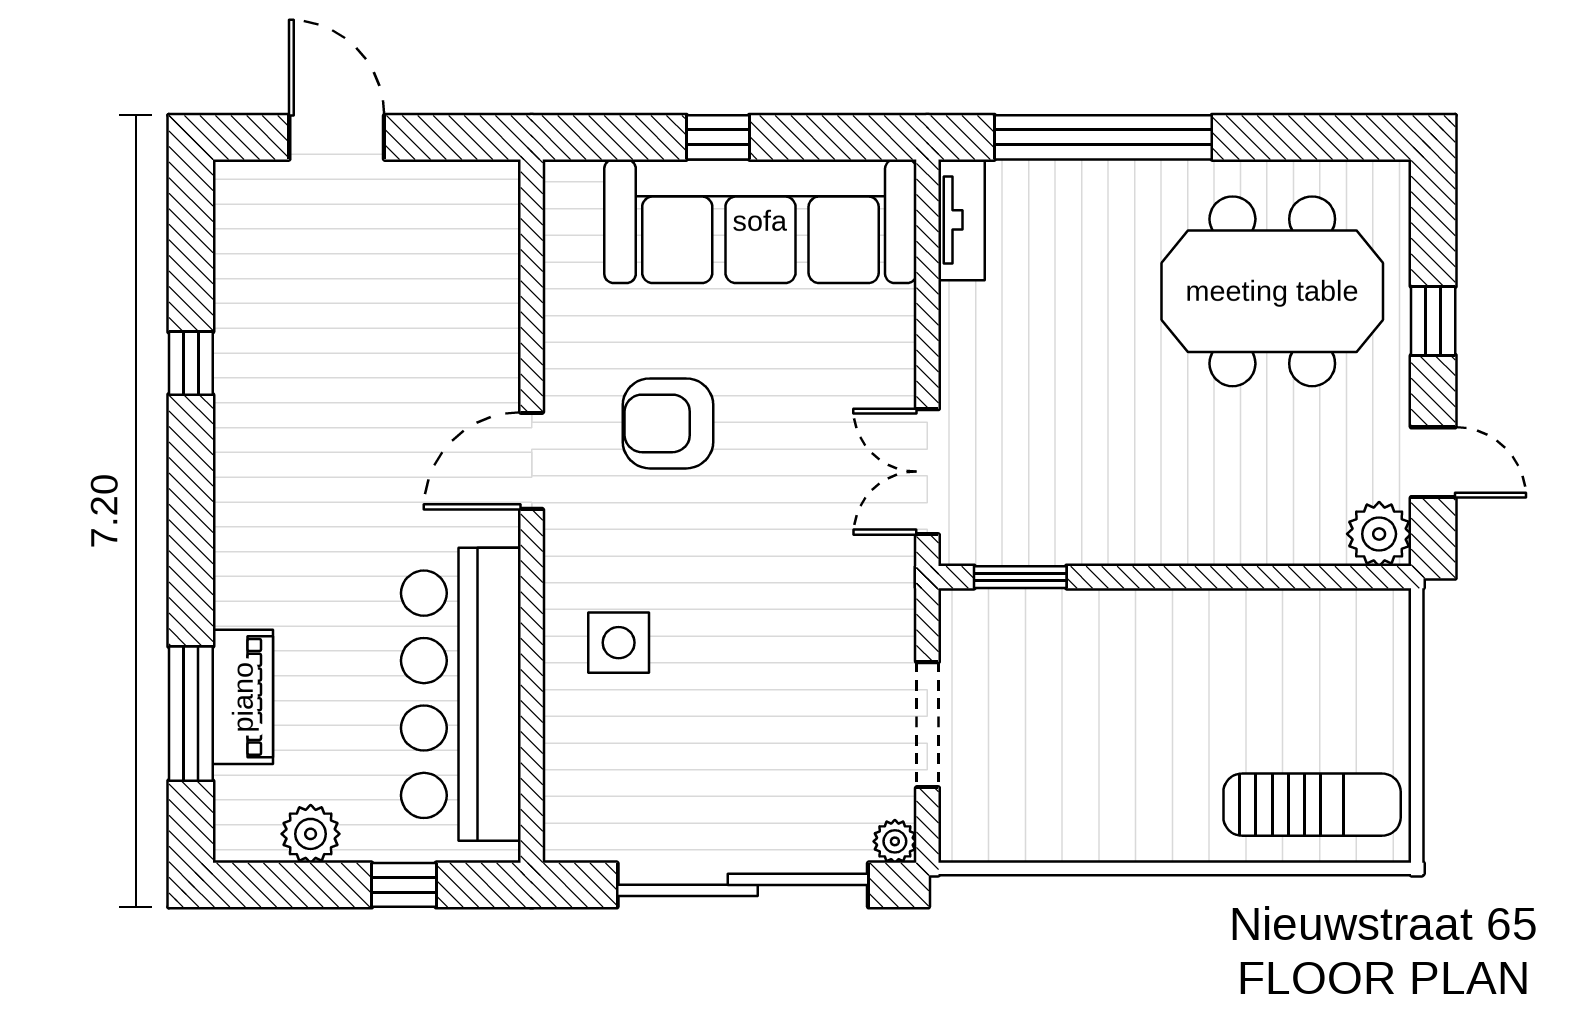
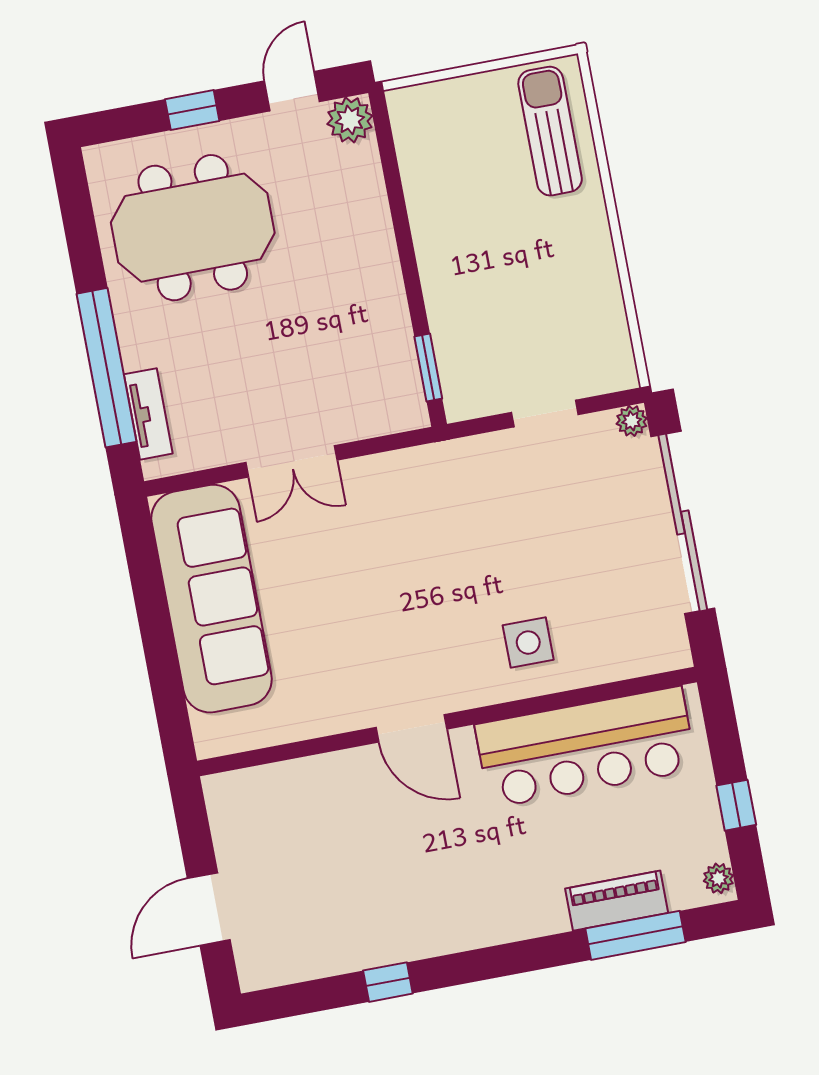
window: (718, 137) -> (158, 640), removed
tv unit: (962, 220) -> (148, 414), moved, turned 90
meeting table: (1272, 291) -> (193, 228), turned 90
armchair: (668, 423) -> (367, 637), removed
double door: (927, 472) -> (291, 461), moved
doorway: (927, 725) -> (545, 413), width x0.73
plant: (311, 834) -> (718, 878), moved, width x0.73, depth x0.73
window: (404, 885) -> (736, 805), moved

